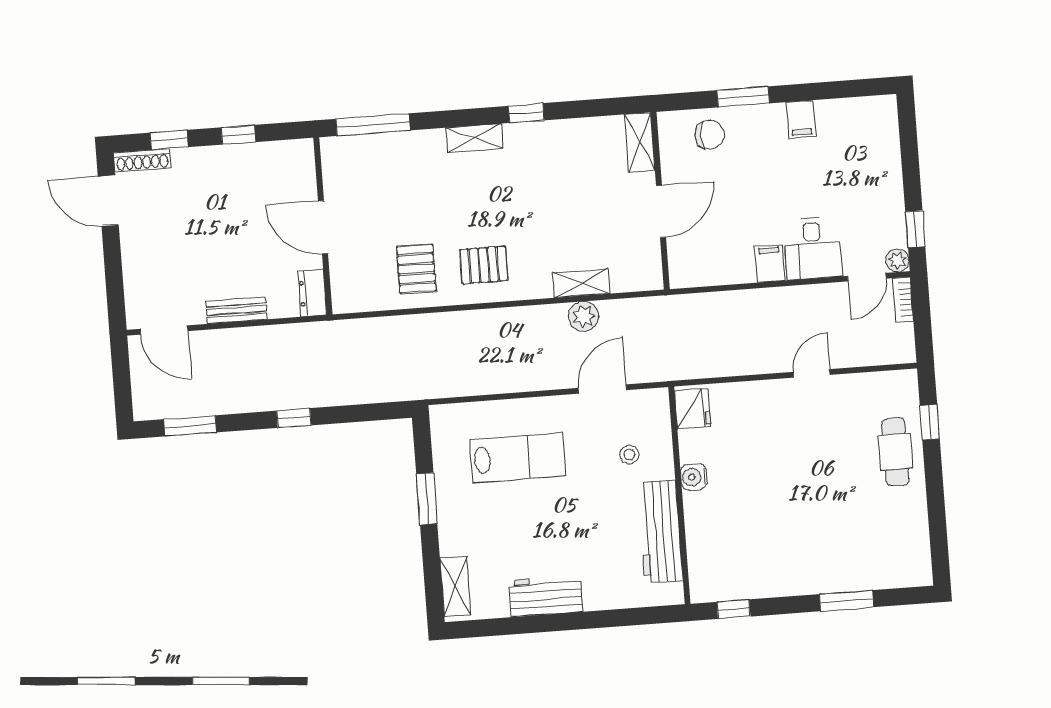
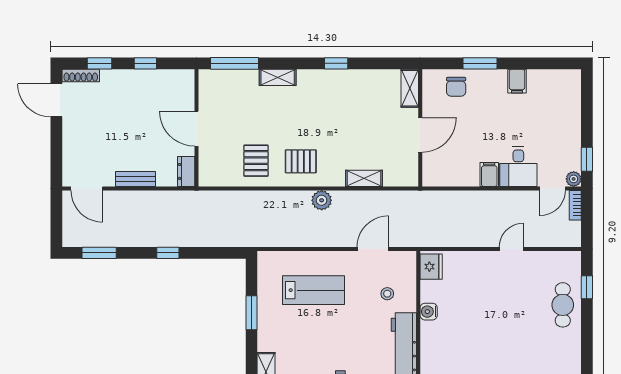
chair: (710, 135) -> (456, 87), turned 90
shelving: (474, 138) -> (278, 77), moved
plant: (584, 316) -> (322, 200), moved

